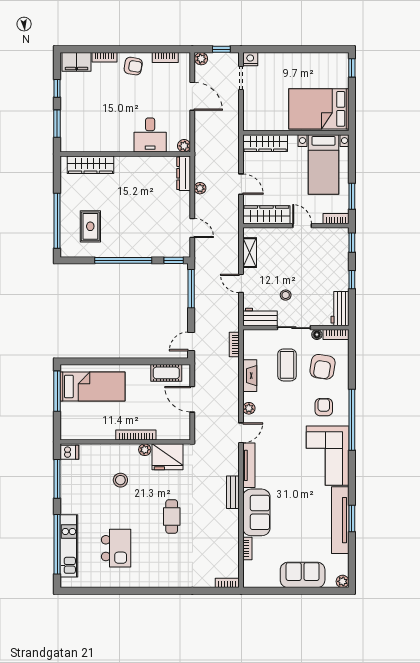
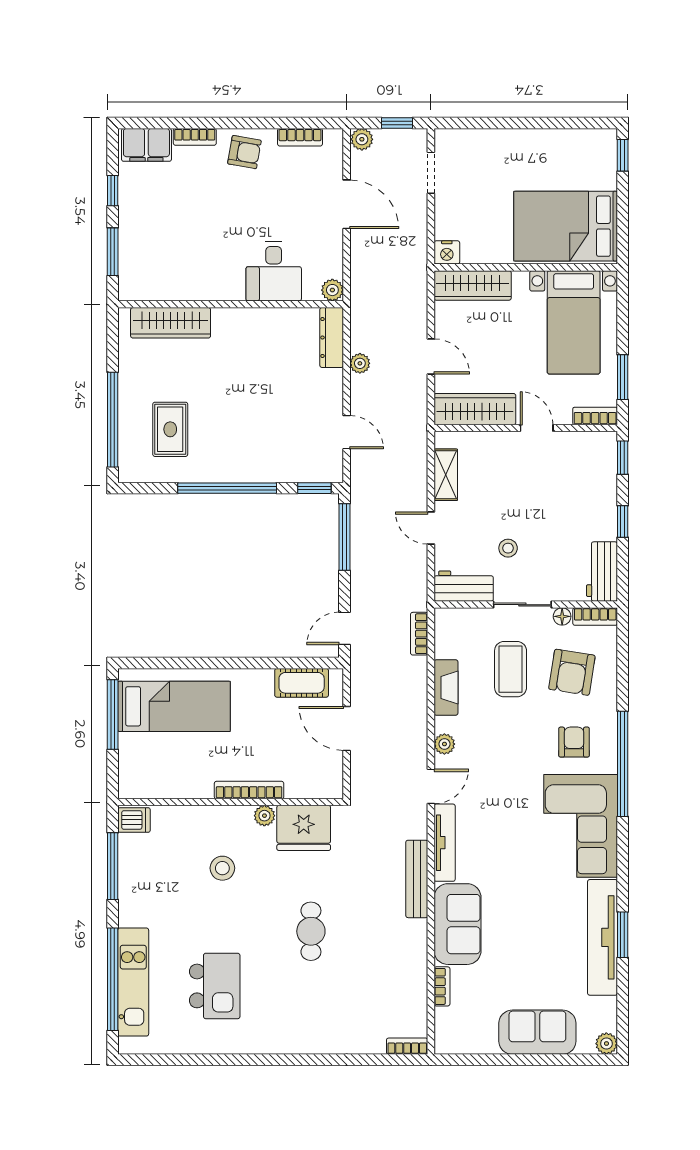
nightstand: (250, 59) -> (447, 252), moved, turned 180
bench: (233, 492) -> (417, 879), width x1.36

